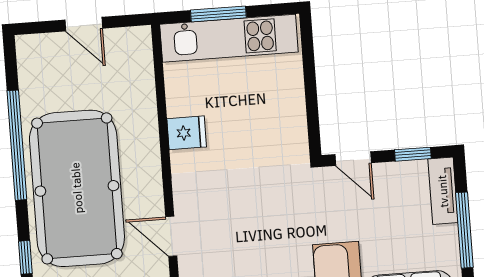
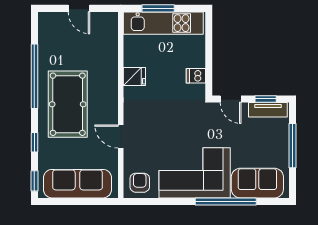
dishwasher: (291, 124) -> (196, 76), added
pool table: (77, 188) -> (68, 104), width x0.73, depth x0.76
tv unit: (443, 191) -> (268, 110), moved, turned -90

